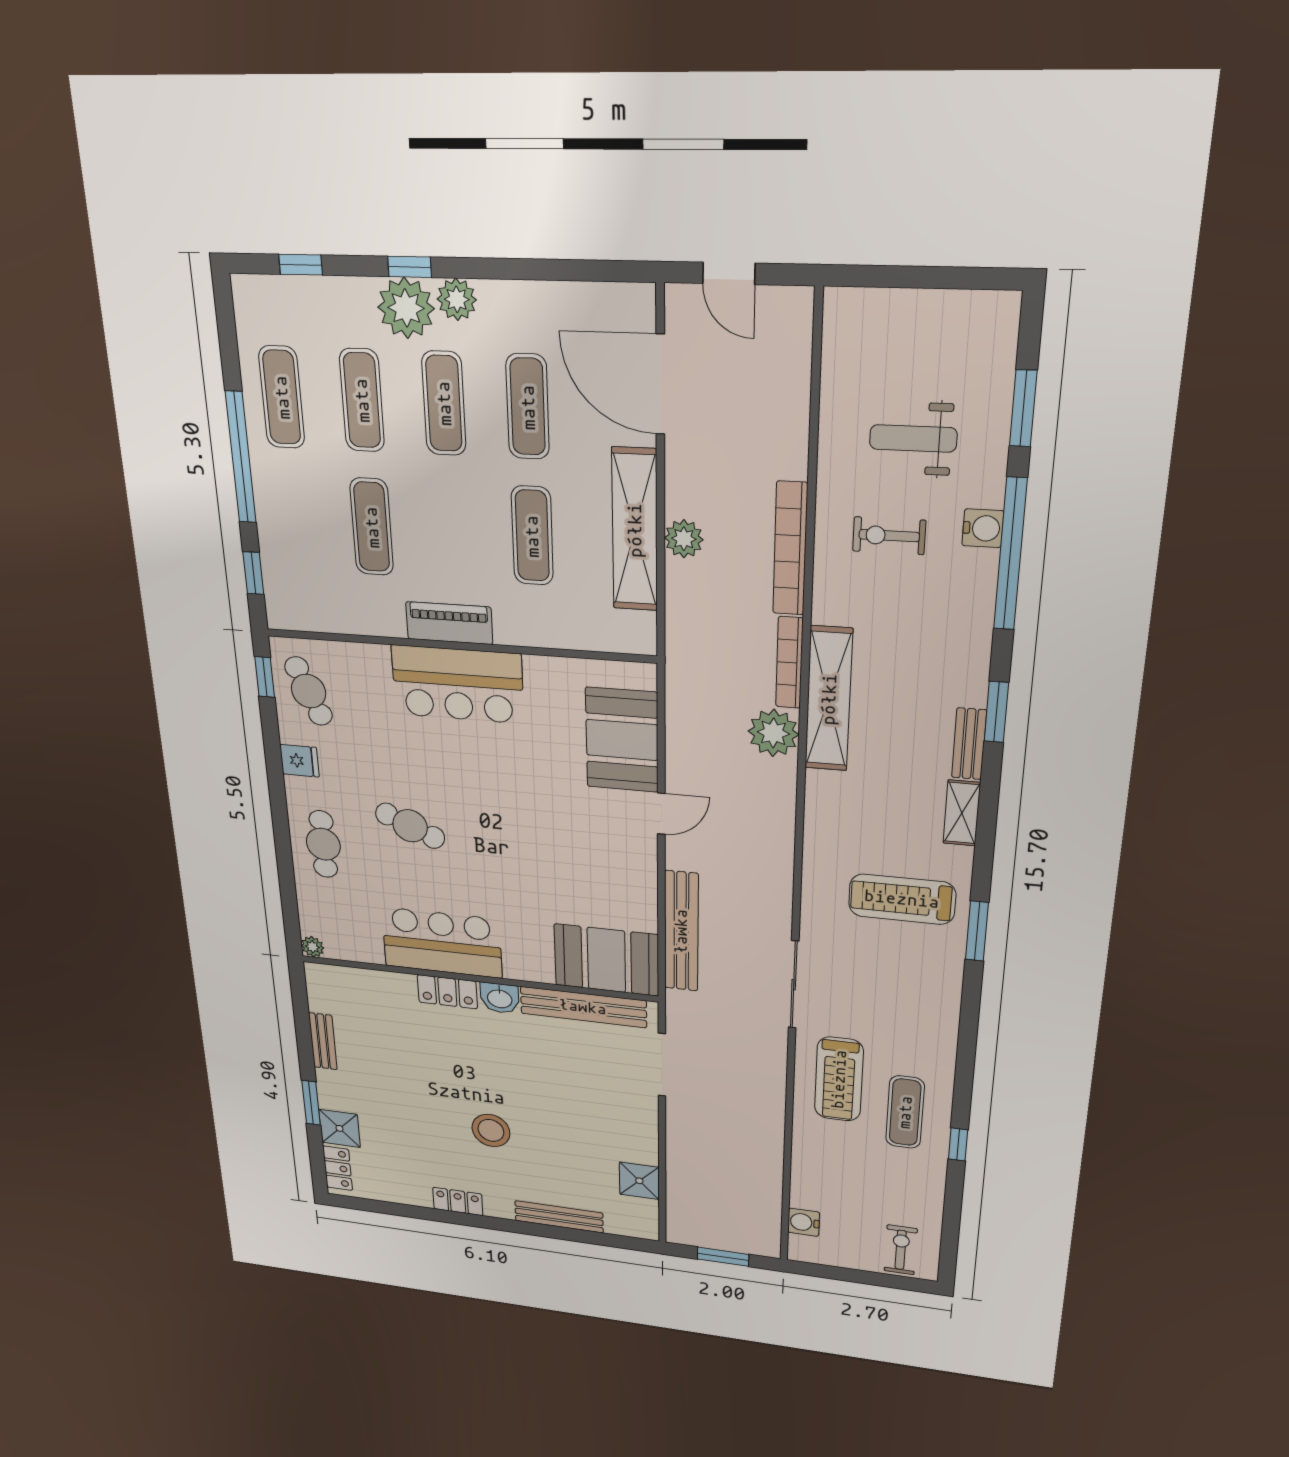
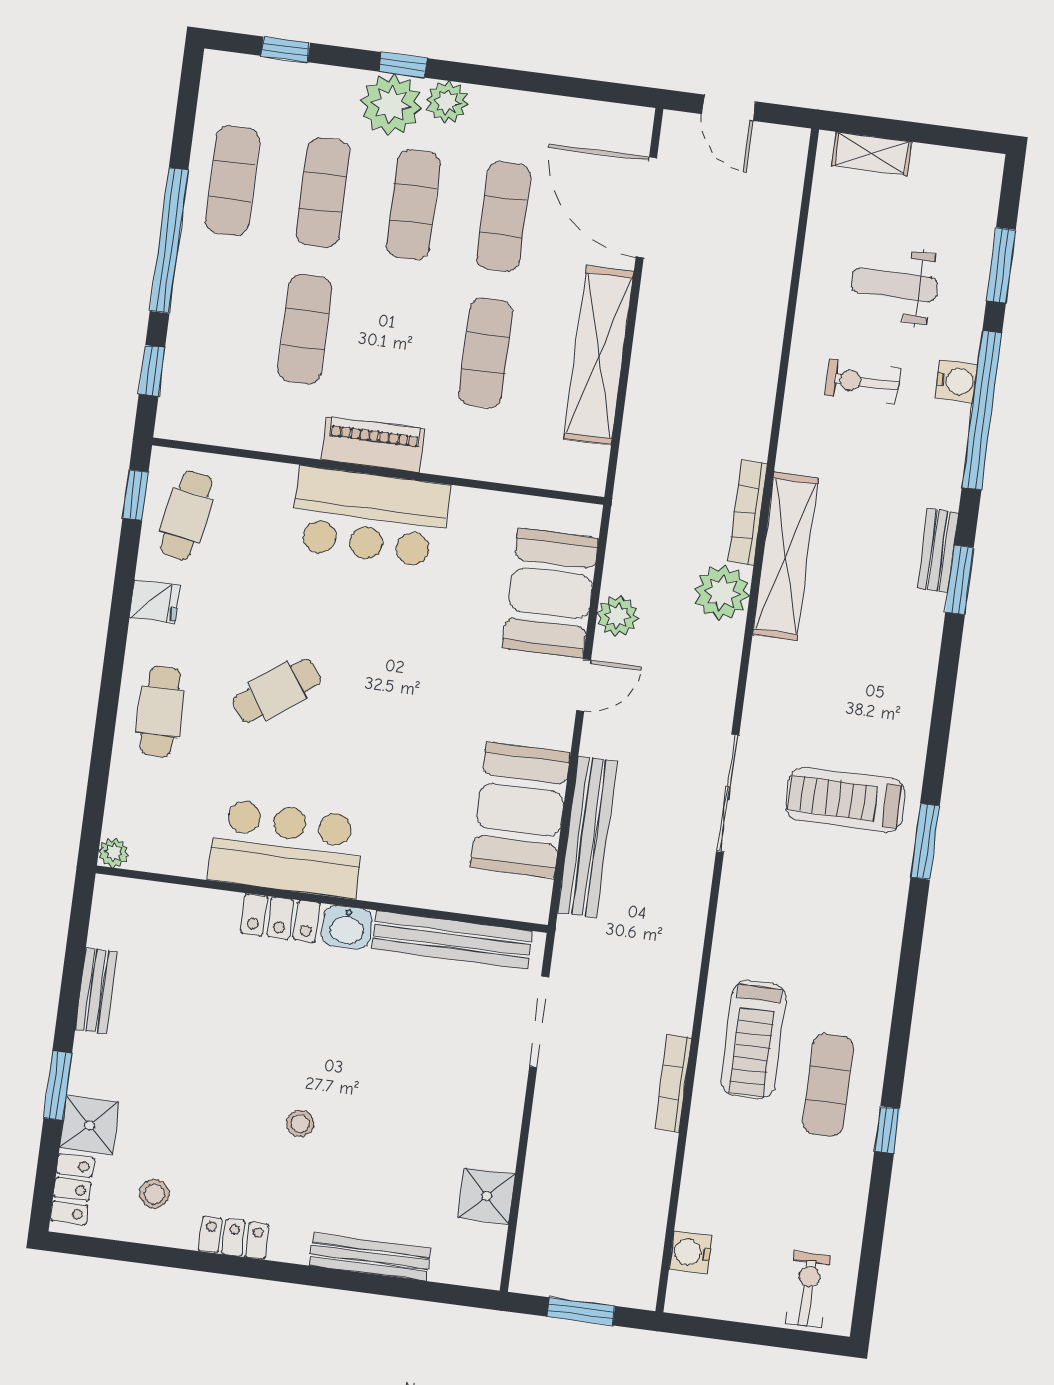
plant: (684, 539) -> (618, 616), moved
bookcase: (790, 549) -> (673, 1083), moved, width x0.68, depth x0.76
cafe table: (309, 691) -> (186, 515), turned 33
bench: (969, 744) -> (938, 550), moved
shelving: (962, 813) -> (872, 154), moved, turned 90
cafe table: (410, 826) -> (277, 691), turned -60
booth: (606, 960) -> (520, 810), moved, turned 90
sliding door: (794, 985) -> (728, 793), moved
stool: (491, 1130) -> (300, 1124), width x0.53, depth x0.53
stool: (395, 1173) -> (154, 1194), added

